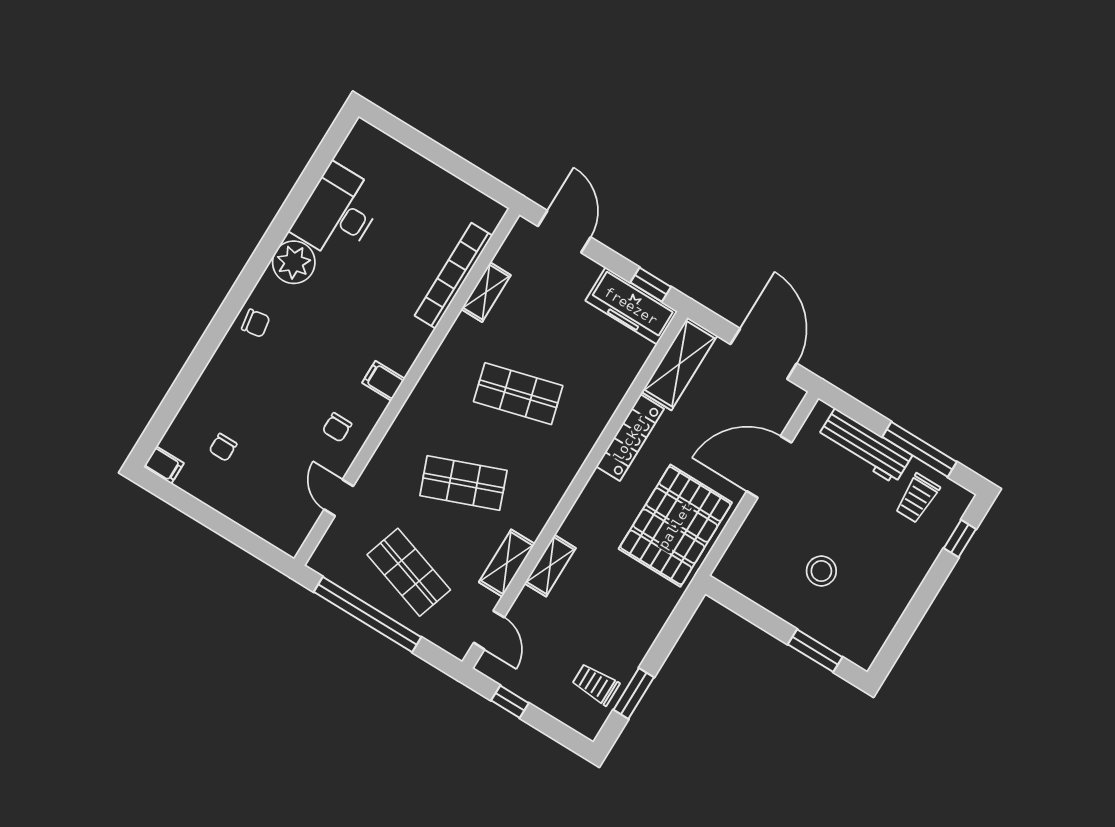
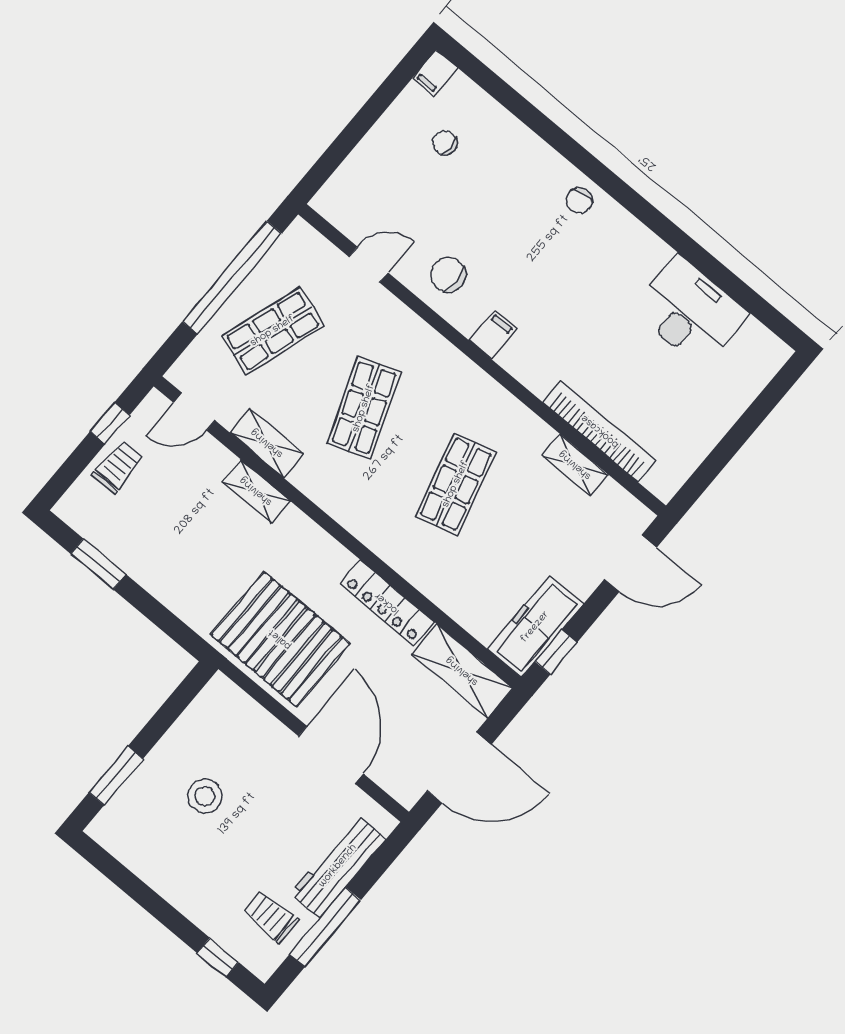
plant: (294, 262) -> (641, 254), removed
chair: (337, 427) -> (448, 275), width x1.37, depth x1.37
trolley: (596, 684) -> (118, 467), moved

